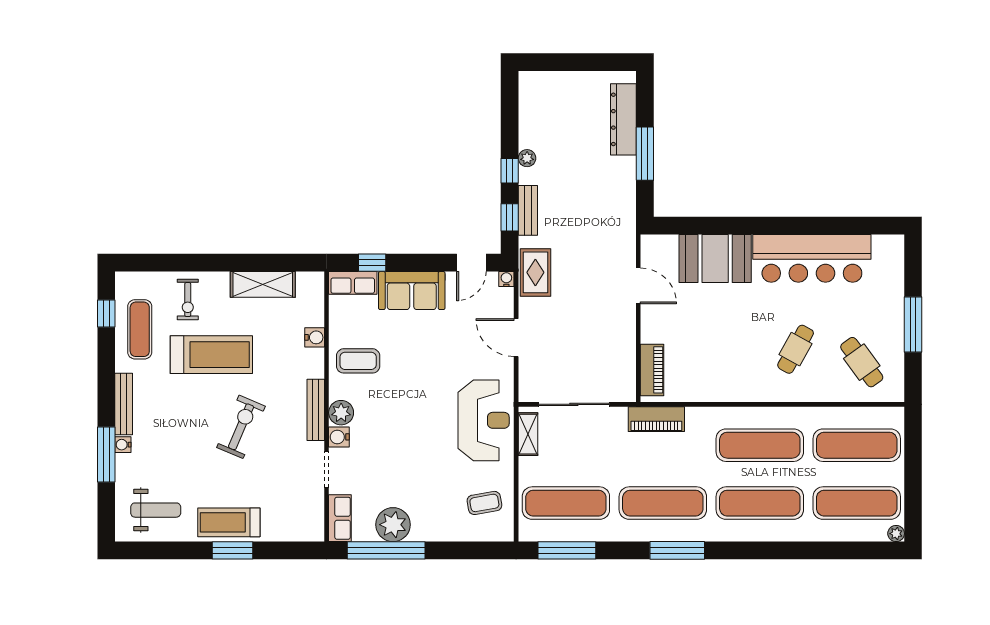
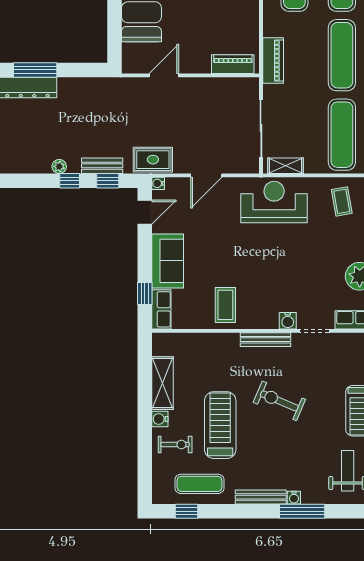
window: (645, 154) -> (35, 70), moved
door: (471, 263) -> (145, 212), hinge flipped
water cooler: (315, 337) -> (160, 419), moved, turned -90
plant: (341, 413) -> (268, 319), removed

